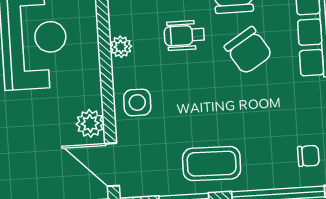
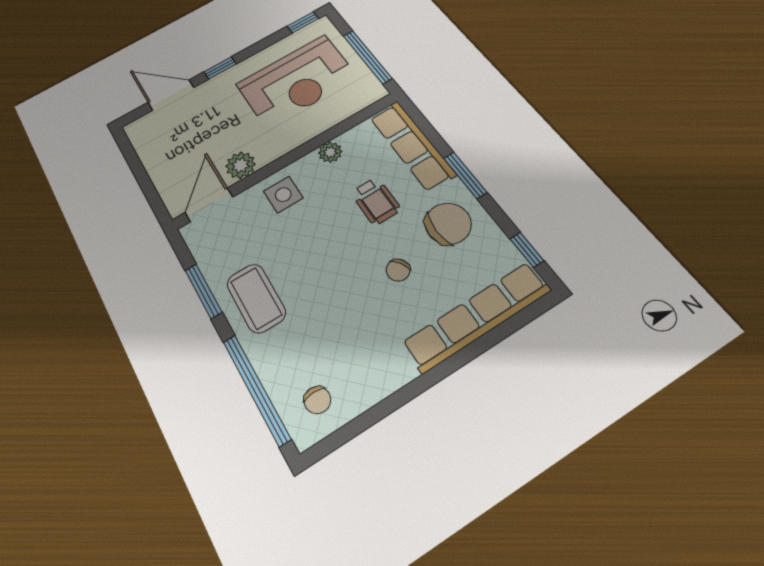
wheelchair: (184, 35) -> (376, 201), turned 180
chair: (248, 50) -> (398, 270), width x0.54, depth x0.54

